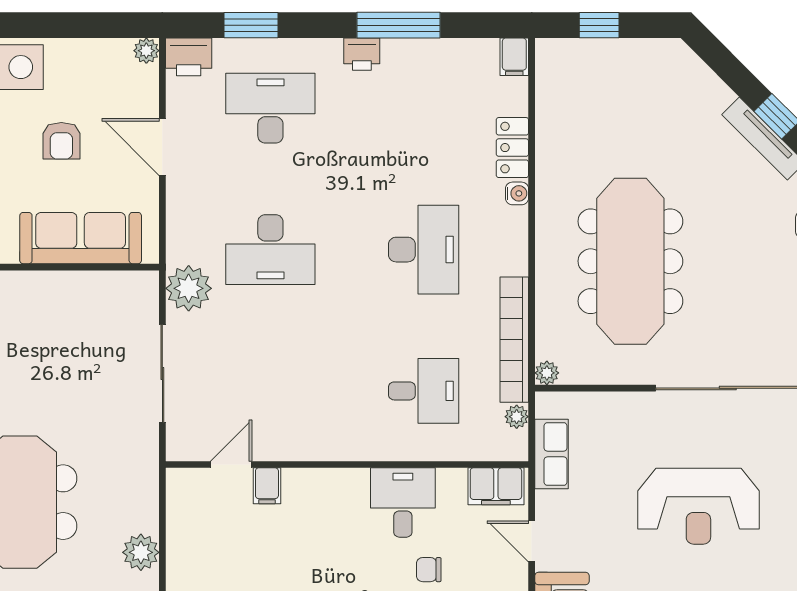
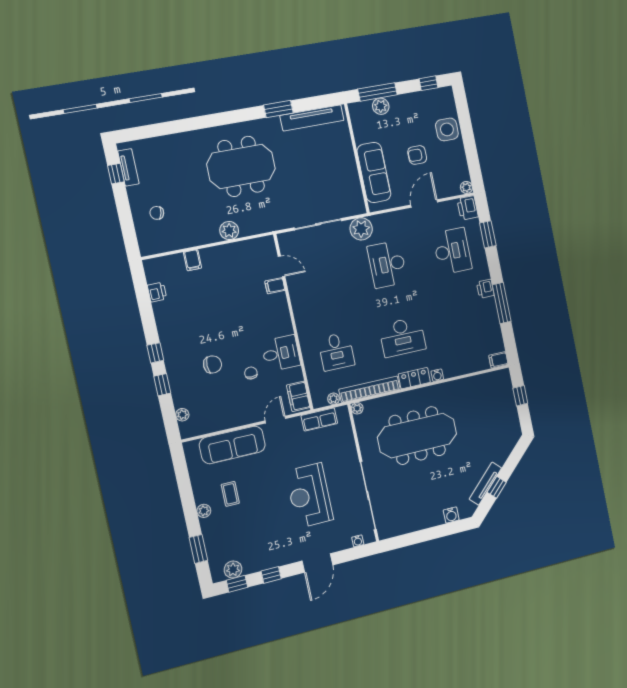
locker: (512, 148) -> (414, 378), moved

